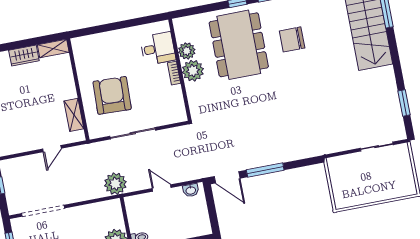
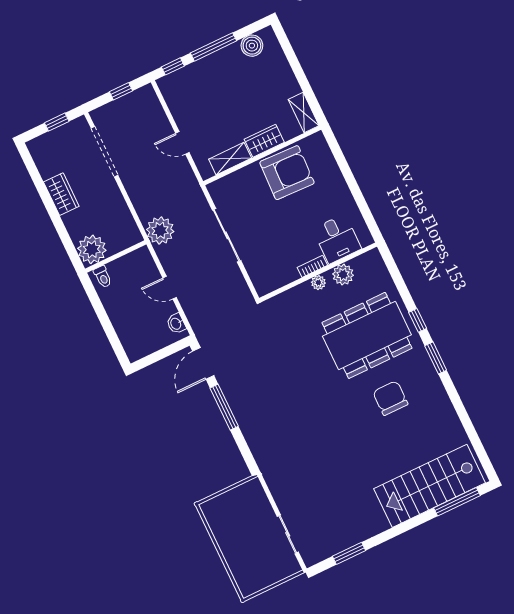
wardrobe: (24, 56) -> (264, 141), moved, turned 90
plant: (193, 71) -> (318, 283), width x0.53, depth x0.53
armchair: (112, 95) -> (287, 173), moved
door: (162, 188) -> (170, 288), swing flipped

